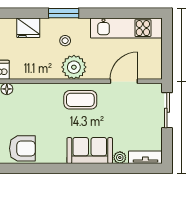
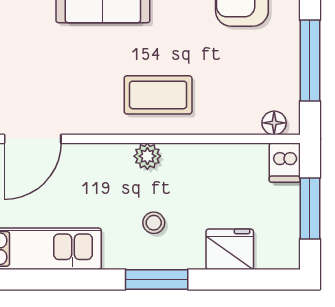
plant: (74, 67) -> (147, 156), width x0.53, depth x0.53
coffee table: (80, 100) -> (158, 95), moved

